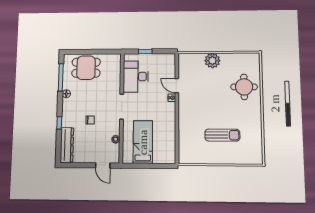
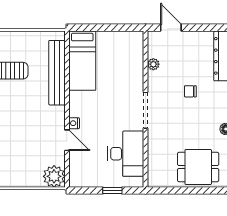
plant: (212, 61) -> (54, 176), moved
bench: (184, 134) -> (57, 73), added
bed: (143, 142) -> (82, 61), moved

